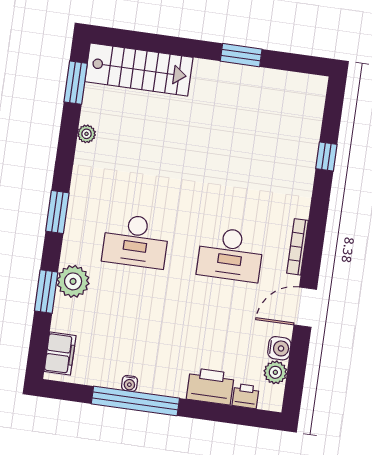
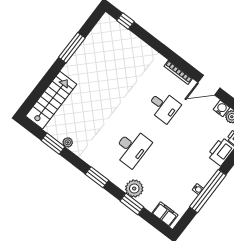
window: (241, 55) -> (72, 48), width x1.44
window: (76, 83) -> (53, 144), moved
window: (326, 157) -> (126, 21), moved
desk: (230, 254) -> (164, 106), width x0.73
door: (305, 307) -> (209, 85), hinge flipped

